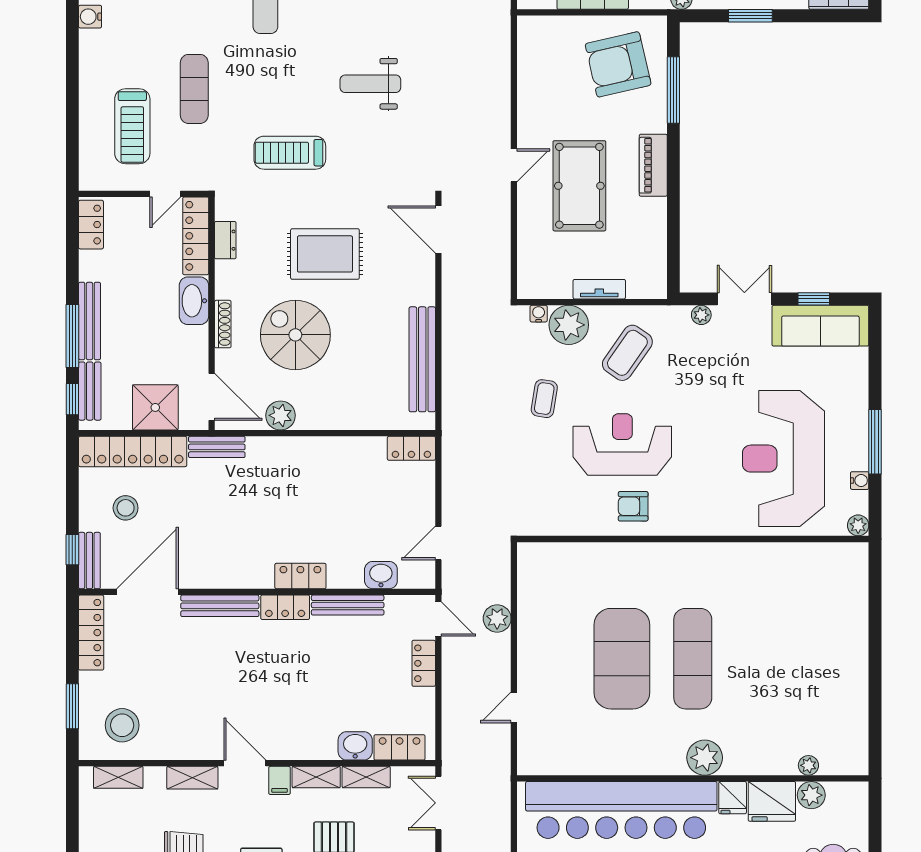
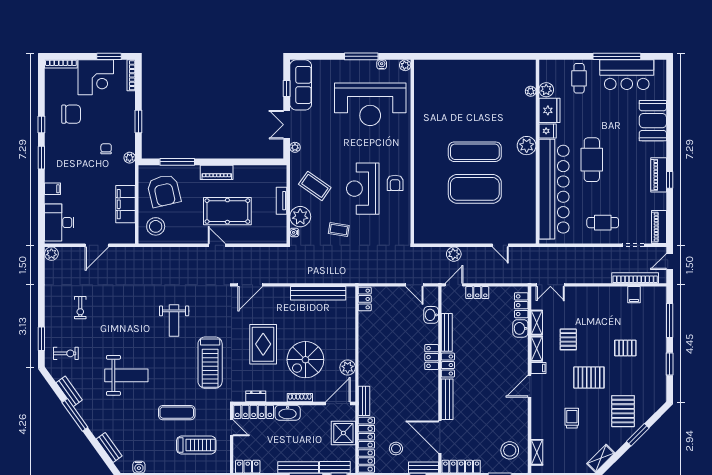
stool: (550, 49) -> (156, 226), added
treadmill: (290, 153) -> (210, 363), width x1.37, depth x1.38
shelving: (192, 778) -> (537, 414), removed

